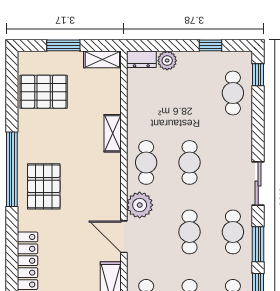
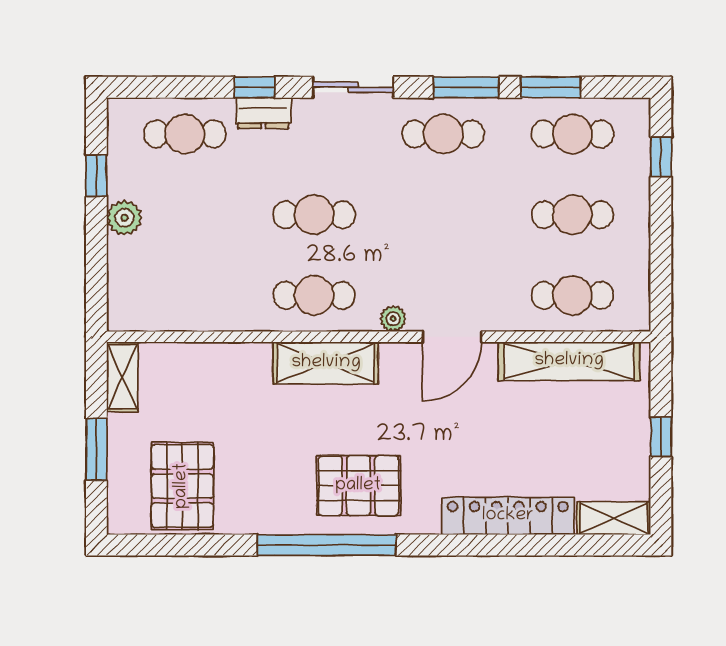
dresser: (141, 59) -> (263, 113), moved, turned 90
plant: (167, 61) -> (124, 218), moved
window: (258, 75) -> (255, 87), moved
shelving: (113, 133) -> (326, 363), moved, width x1.50, depth x1.33
plant: (140, 205) -> (393, 319), width x0.53, depth x0.53
cafe table: (190, 232) -> (443, 215), removed

